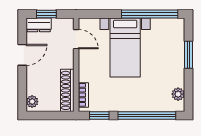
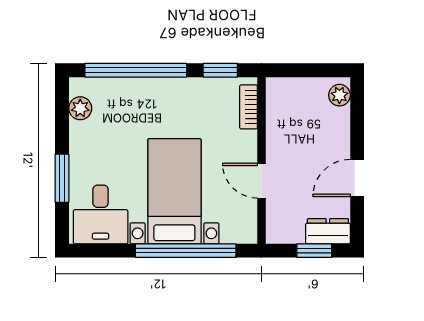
window: (150, 14) -> (186, 251), moved
desk: (167, 34) -> (101, 214), added
door: (76, 39) -> (261, 181), moved
shoe rack: (67, 90) -> (277, 115), removed

